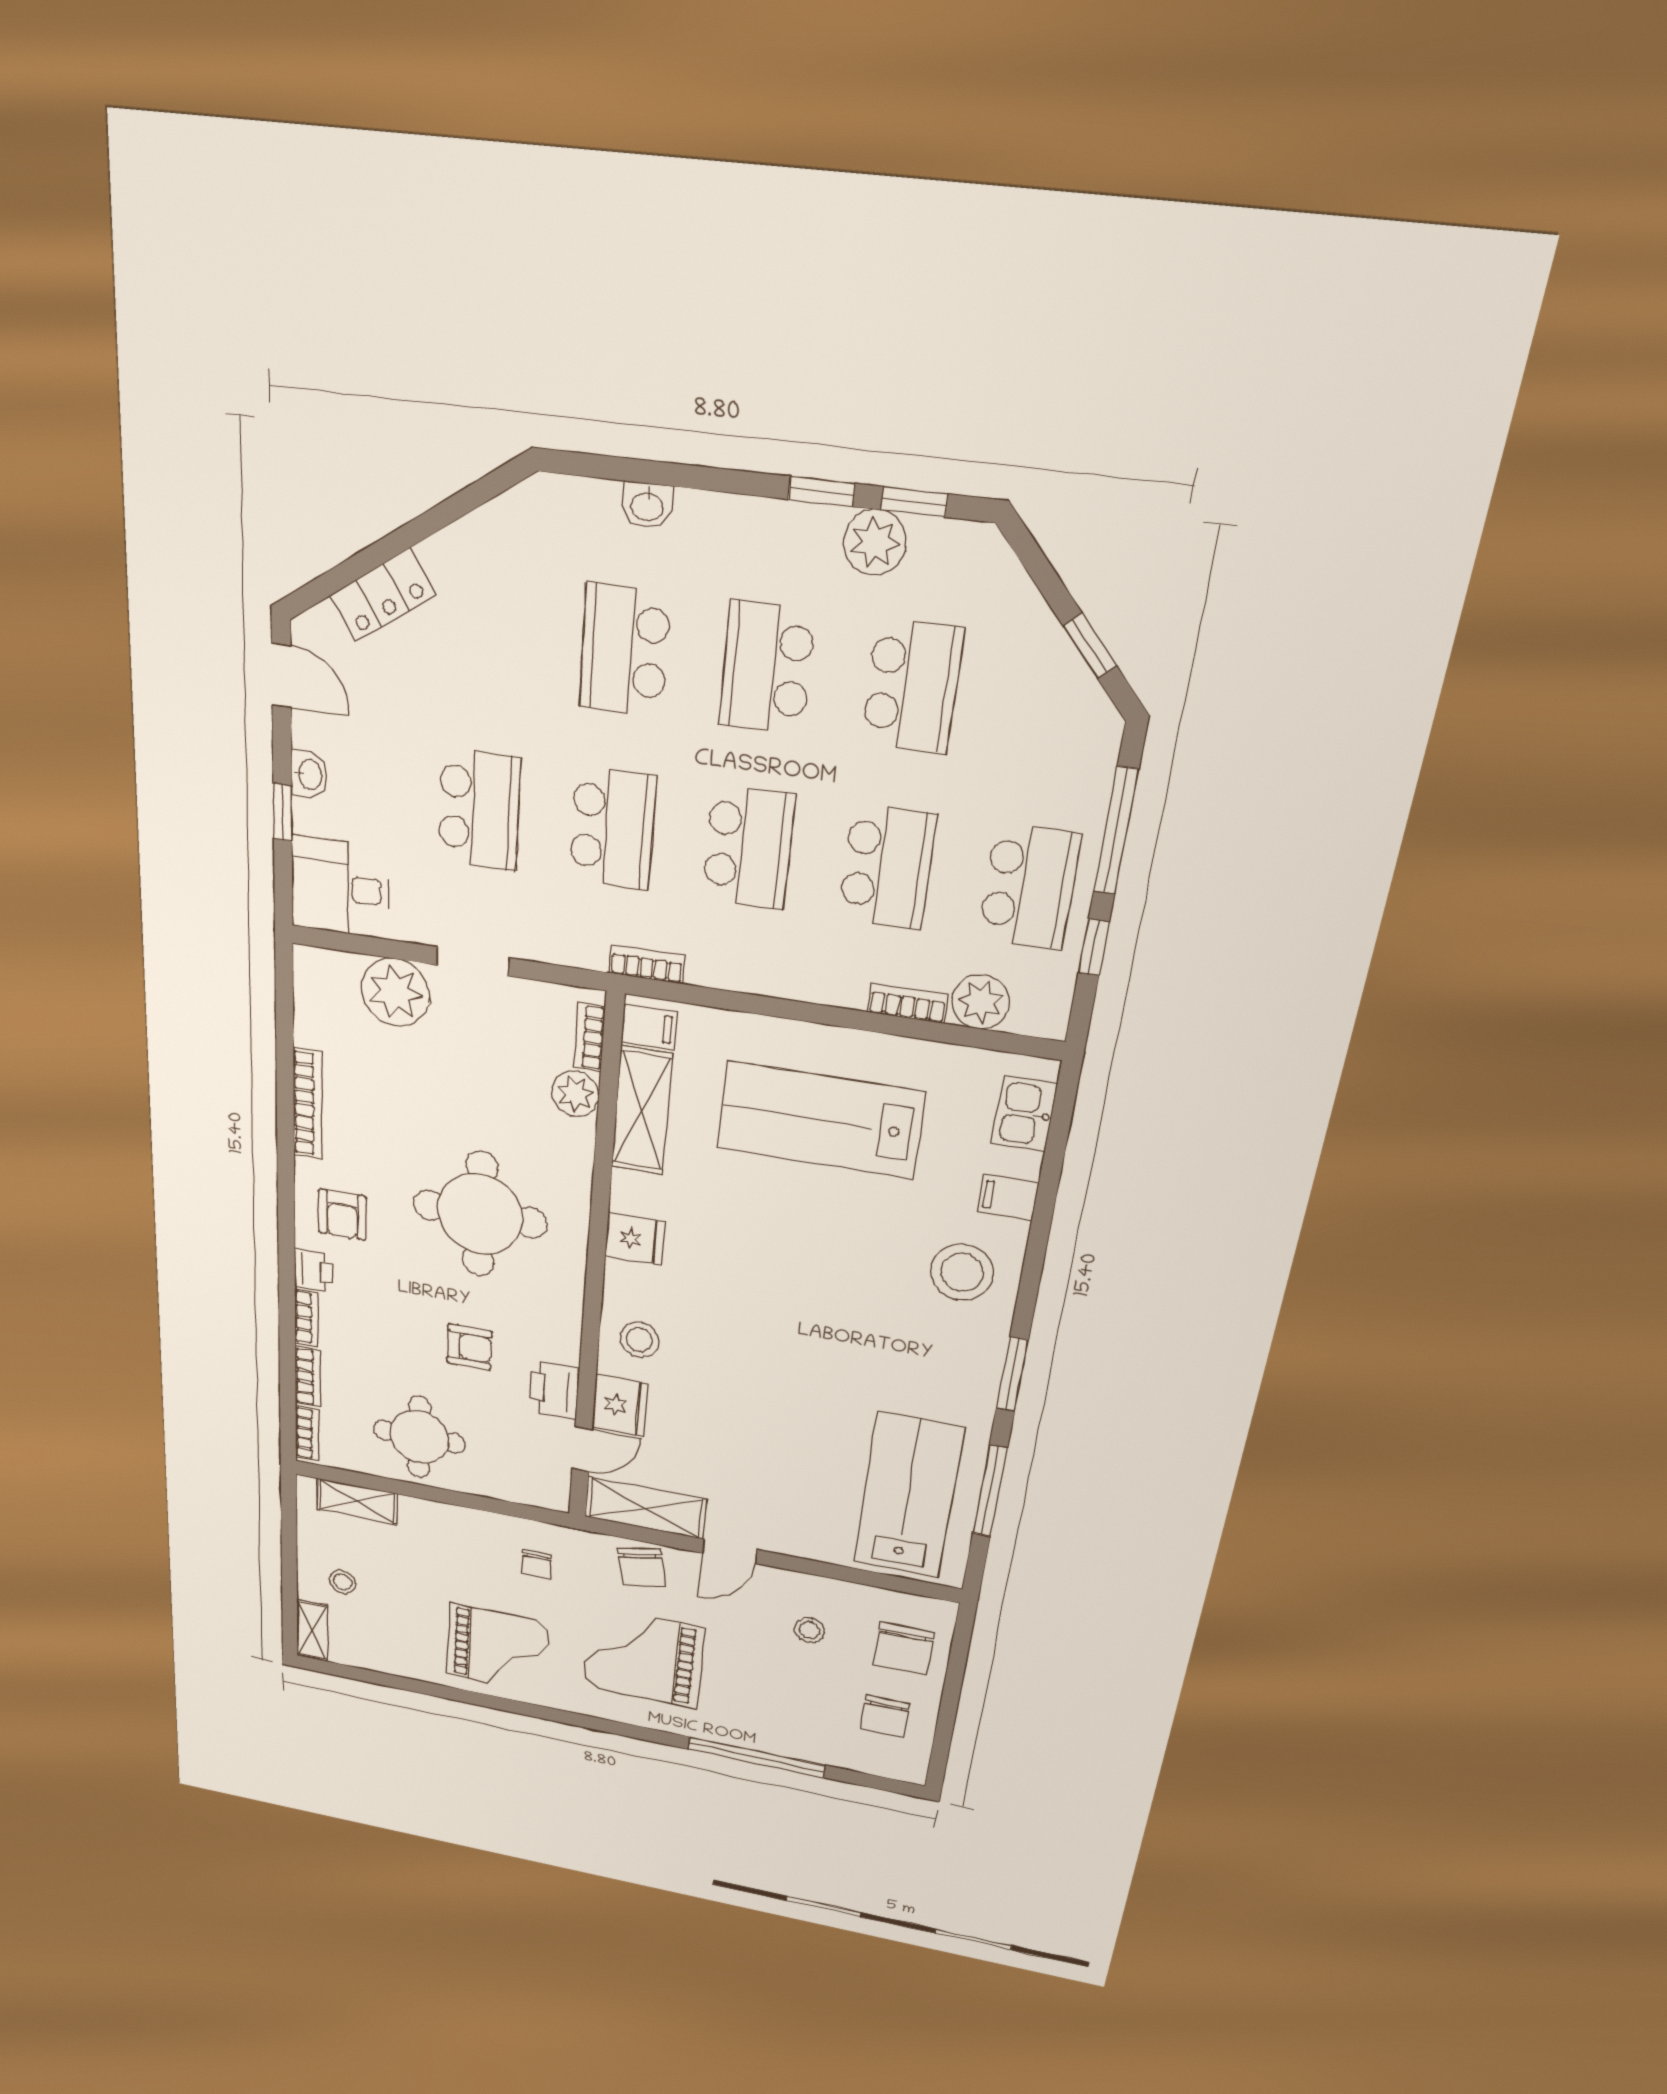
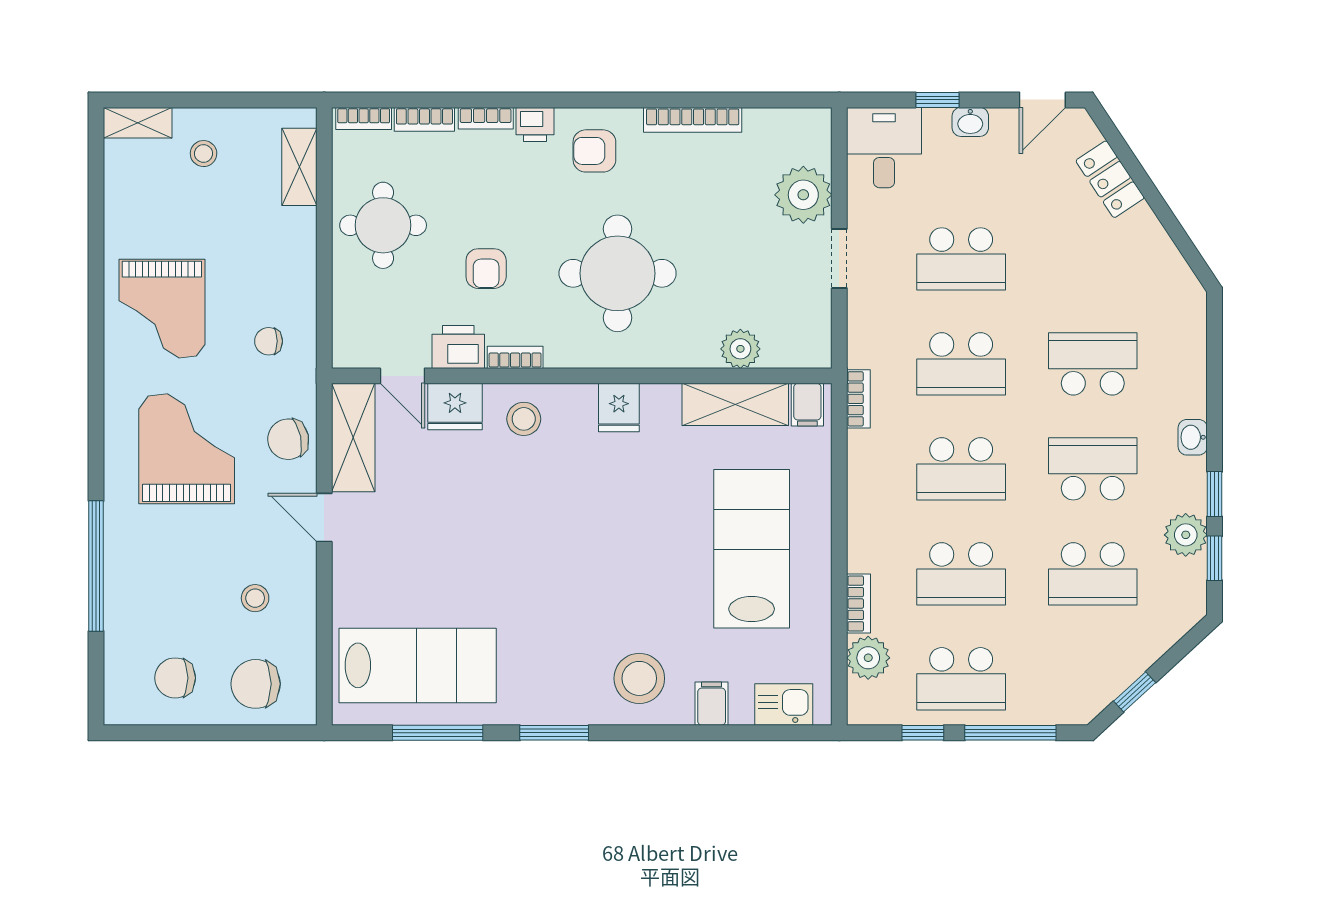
washbasin: (647, 505) -> (1193, 437), moved
bookcase: (590, 1037) -> (515, 357), moved

